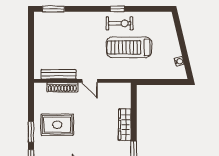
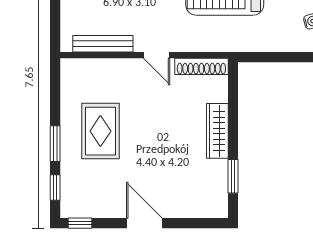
shoe rack: (62, 87) -> (201, 66), moved
rug: (57, 125) -> (100, 131), turned 90

